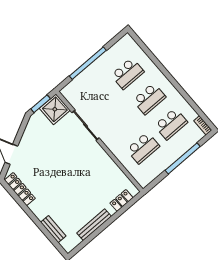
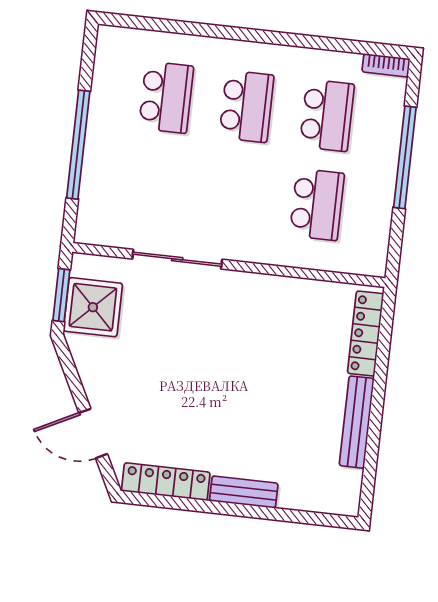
shower: (55, 109) -> (93, 307), moved
locker: (121, 200) -> (366, 334), width x1.53
bench: (53, 229) -> (244, 492), moved

